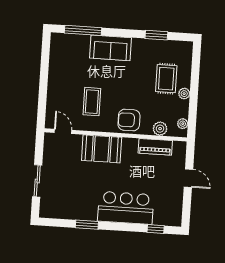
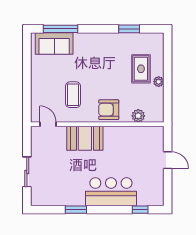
sofa: (111, 48) -> (54, 43), moved
plant: (183, 124) -> (159, 110), removed
piano: (155, 147) -> (135, 133), removed

